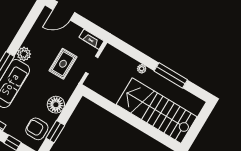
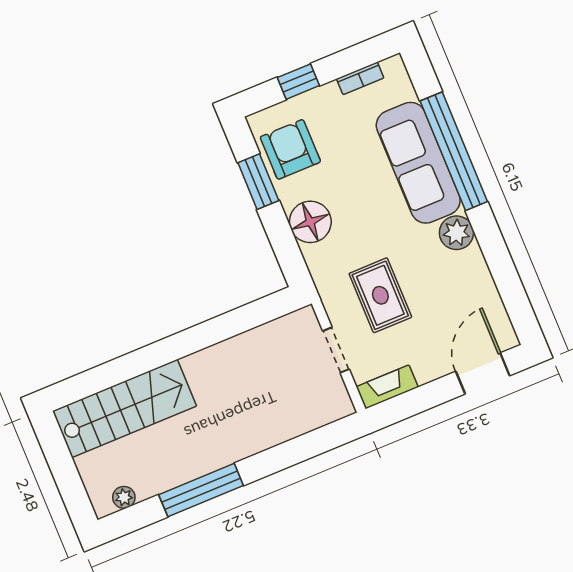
plant: (142, 69) -> (124, 497), moved
stairs: (157, 111) -> (124, 409), width x0.73, depth x0.66
armchair: (37, 129) -> (290, 149), turned -90

